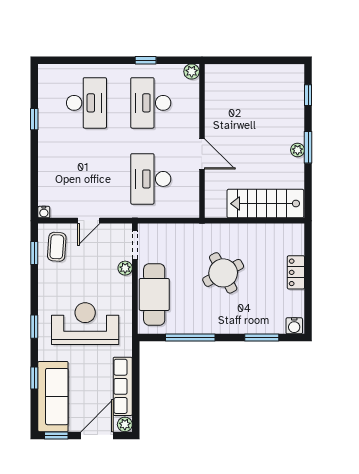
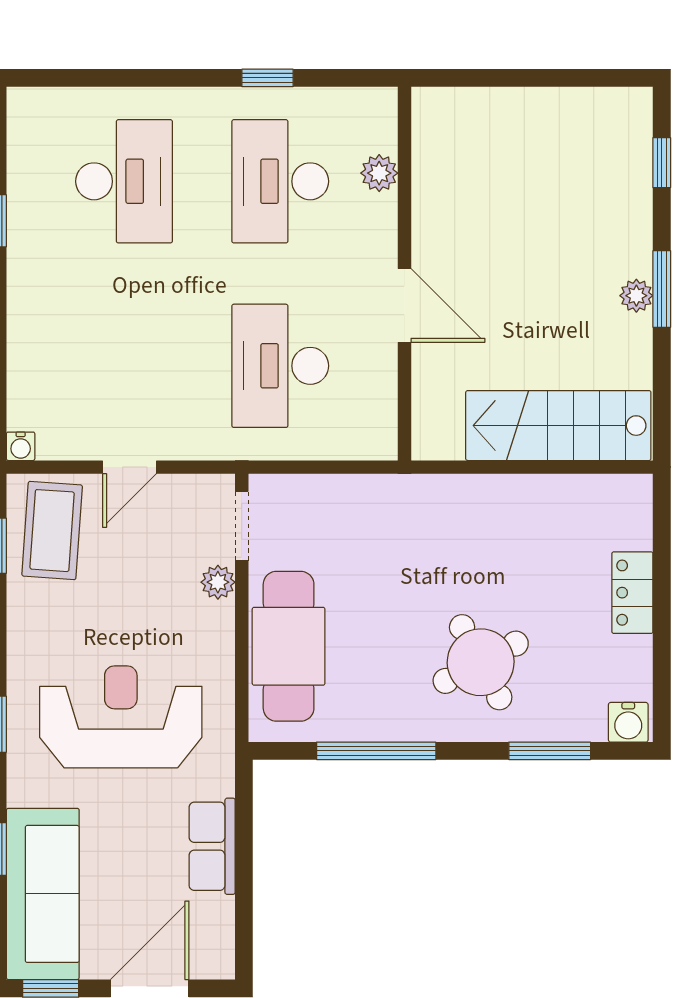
plant: (192, 72) -> (379, 173), moved
coffee table: (57, 247) -> (52, 531), width x1.36, depth x1.30
round table: (223, 273) -> (481, 662), moved
row of seats: (123, 386) -> (212, 846), width x0.68
plant: (125, 424) -> (217, 962), removed

